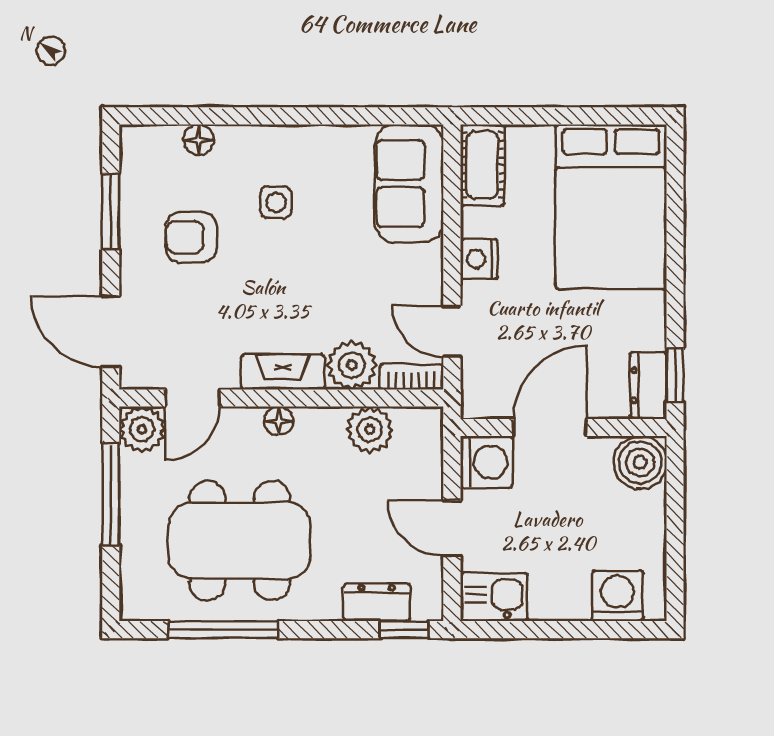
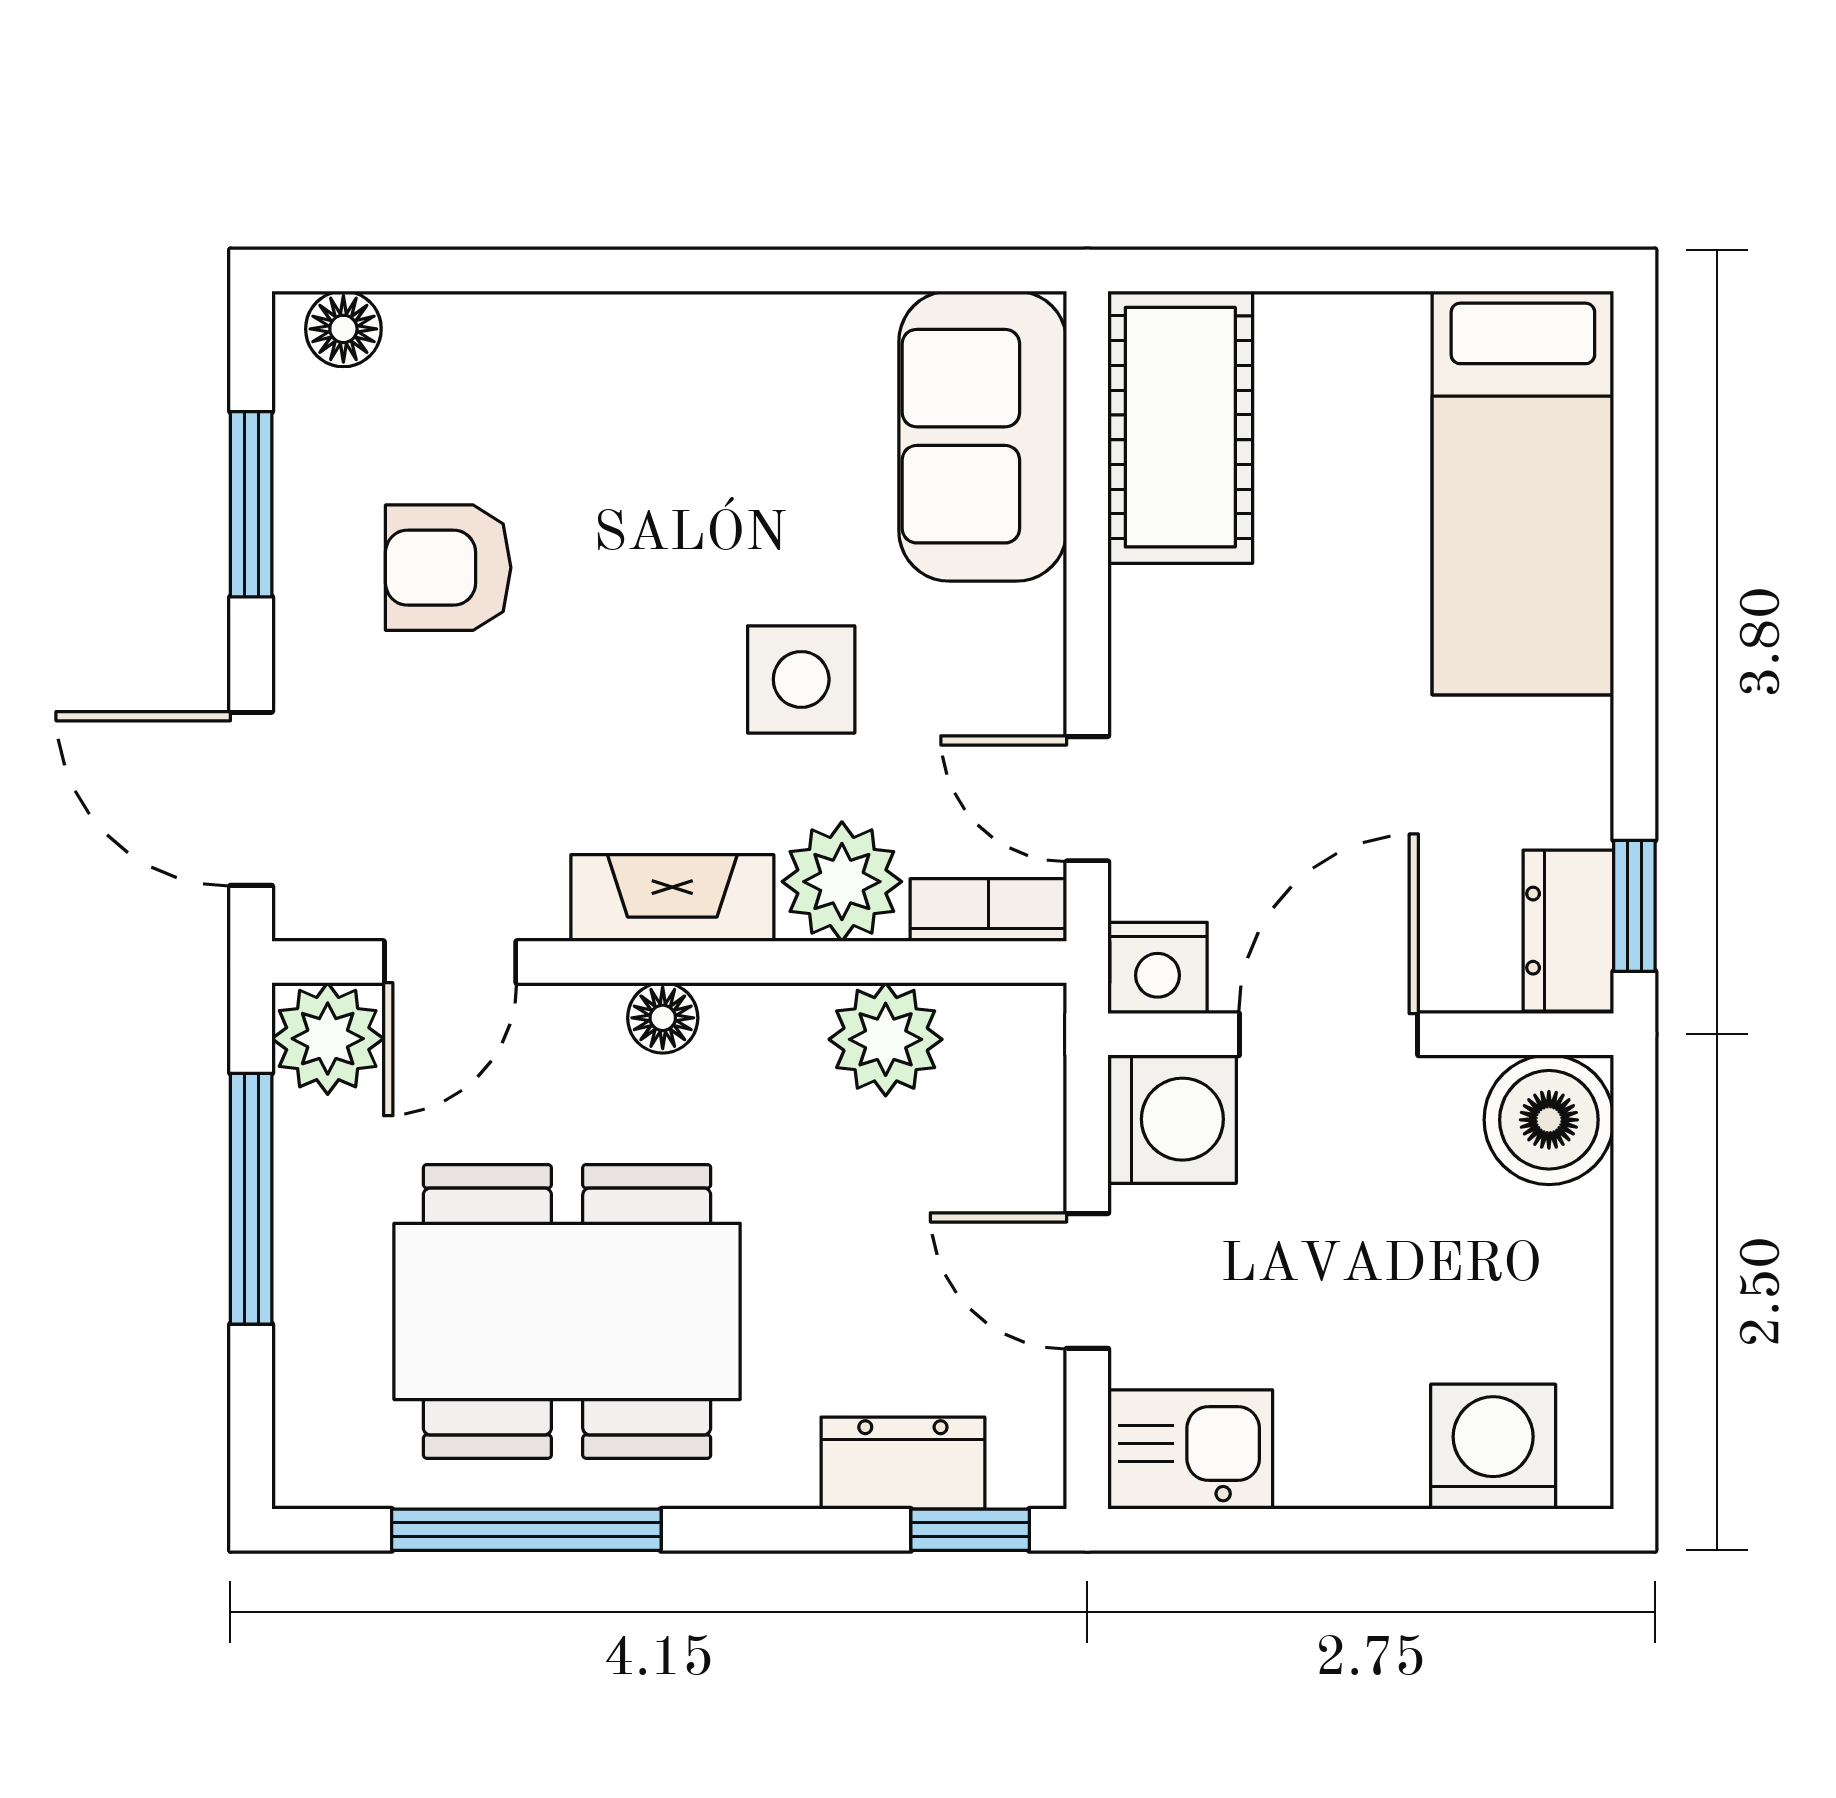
floor lamp: (199, 140) -> (343, 329), moved
cot: (482, 165) -> (1180, 427), width x1.37, depth x1.34
side table: (276, 202) -> (801, 679), moved, width x1.37, depth x1.37
bed: (611, 207) -> (1523, 493), width x0.67
nightstand: (479, 259) -> (1158, 968), moved, turned -90

